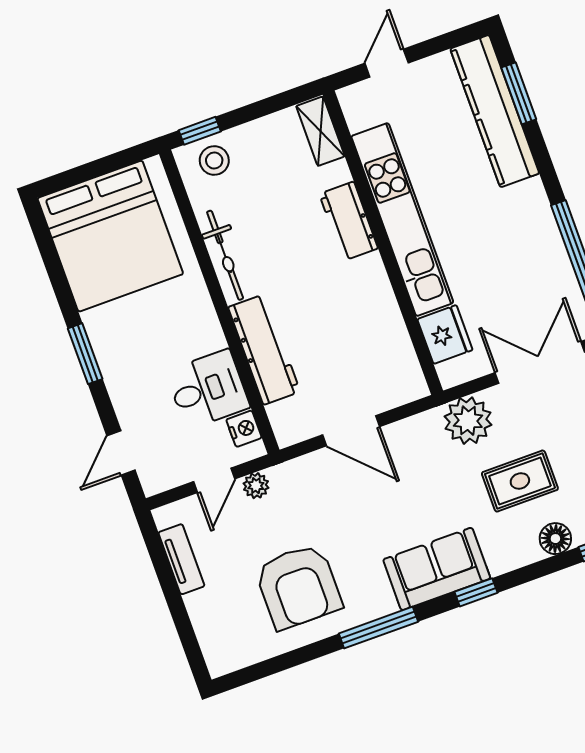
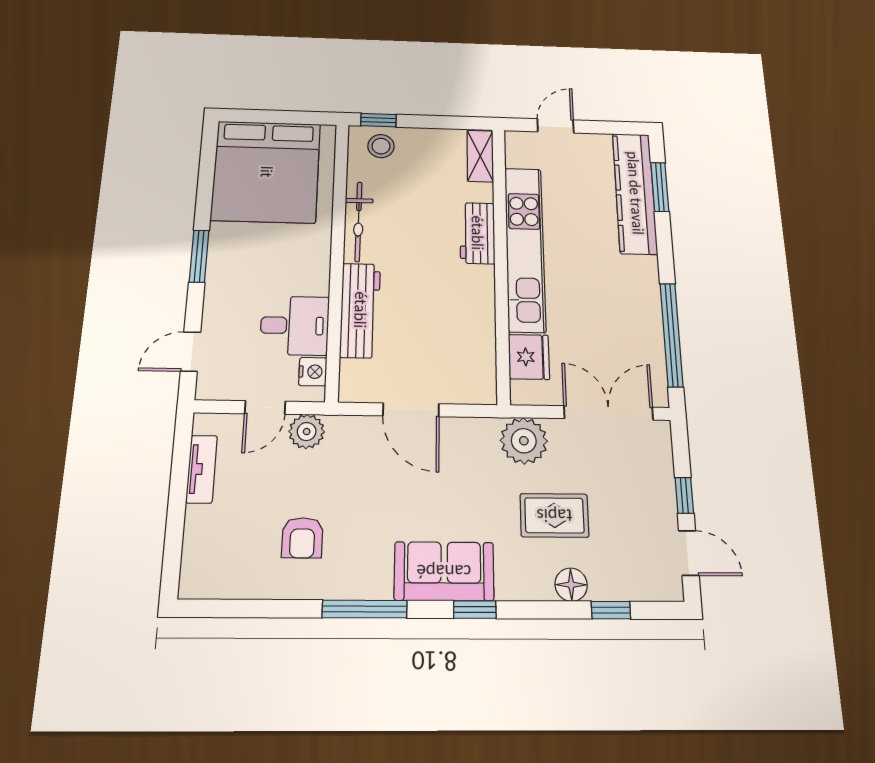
plant: (256, 486) -> (307, 432), width x1.38, depth x1.38
armchair: (298, 587) -> (302, 538), width x0.53, depth x0.53

